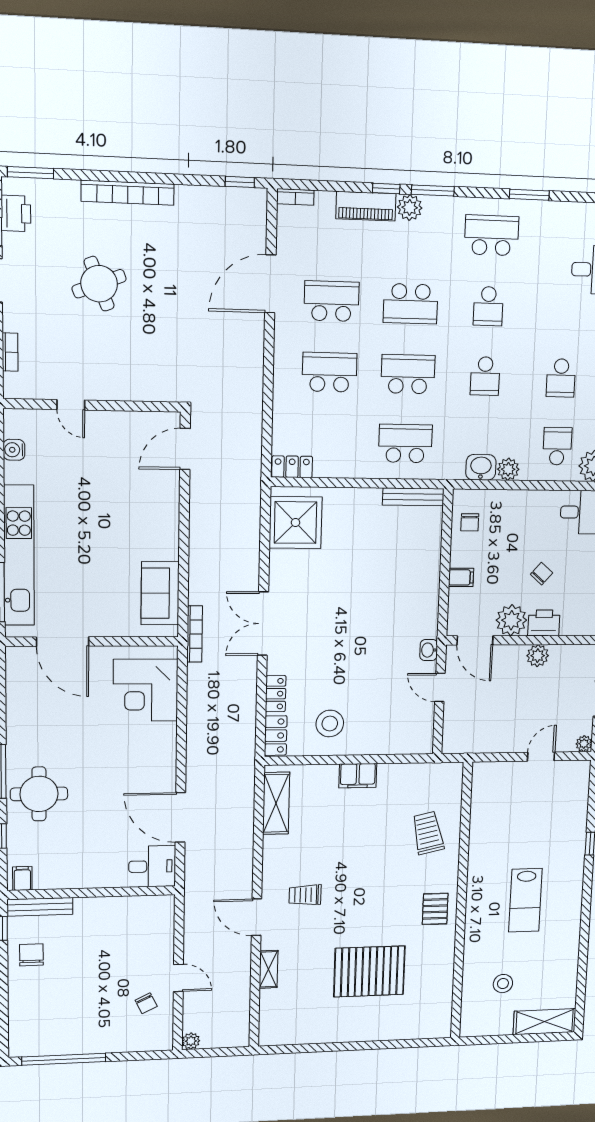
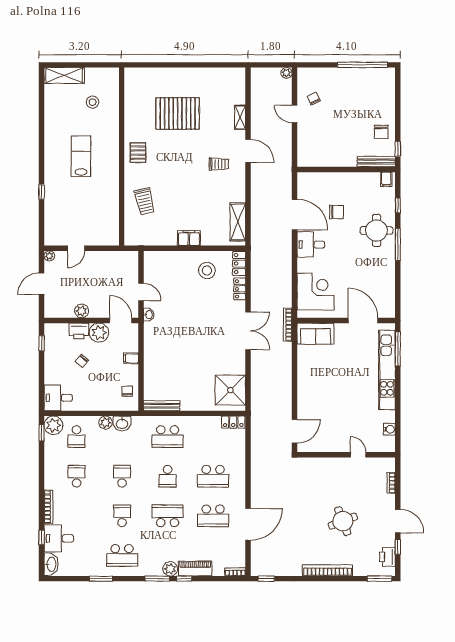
school desk: (408, 374) -> (168, 476), width x0.54
sofa: (160, 593) -> (316, 334), moved, turned 90
chair: (109, 823) -> (336, 212), added
desk: (152, 866) -> (311, 245), moved

